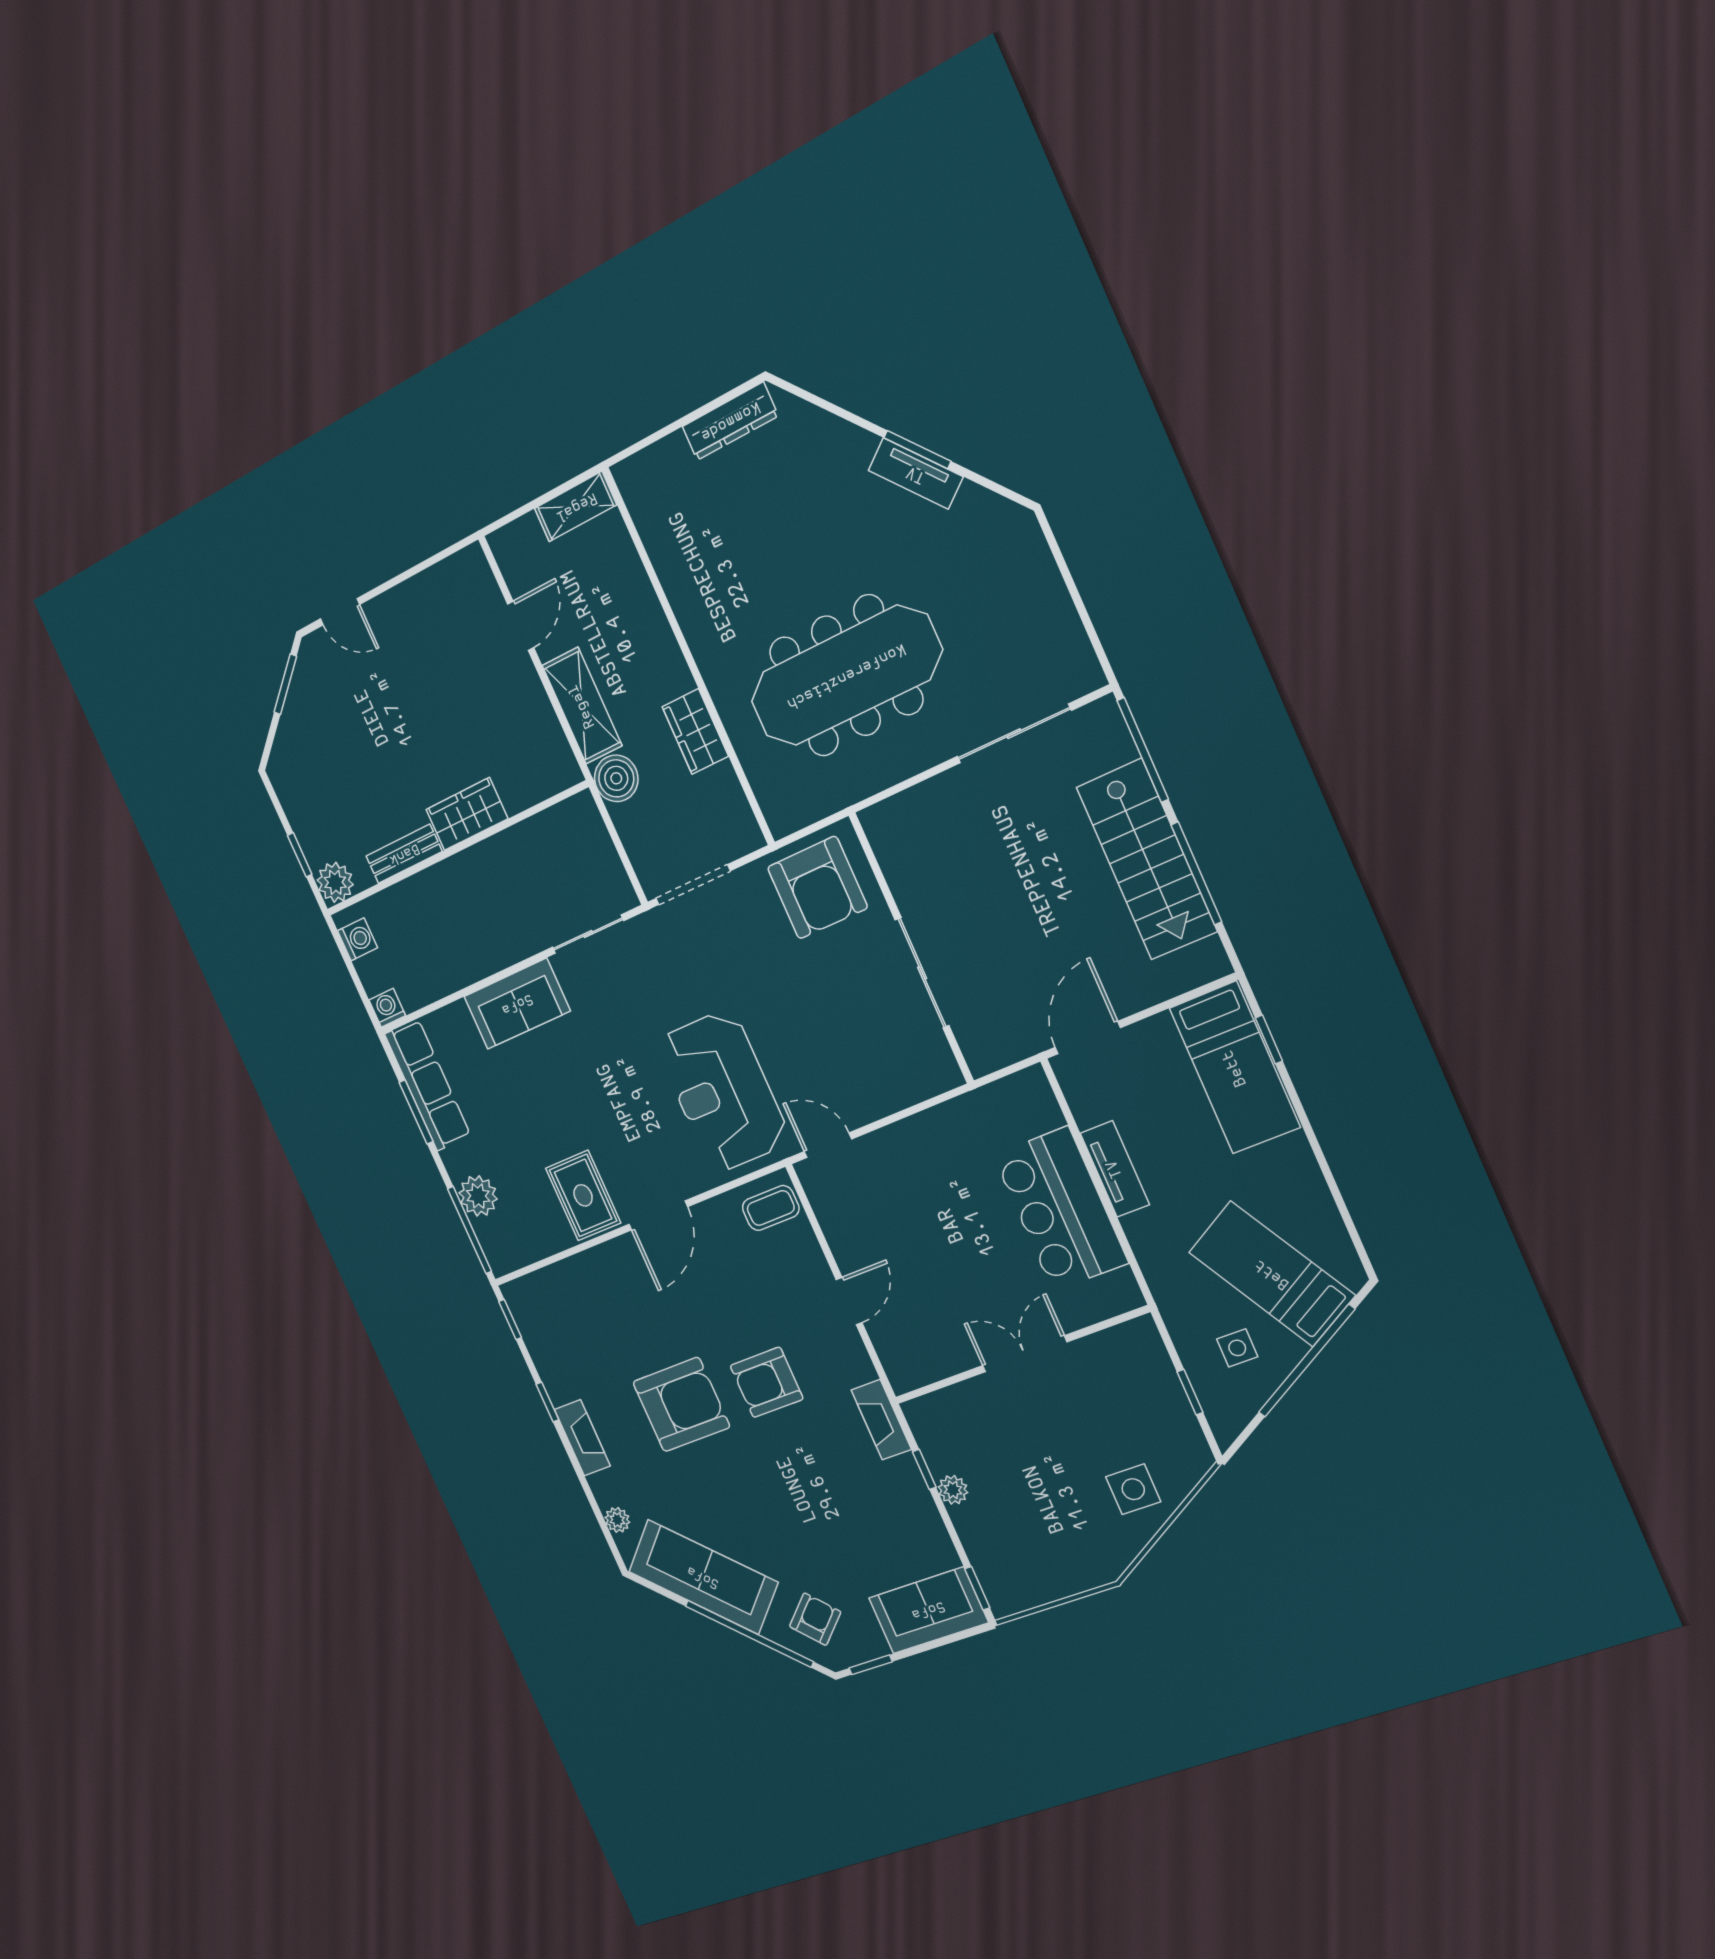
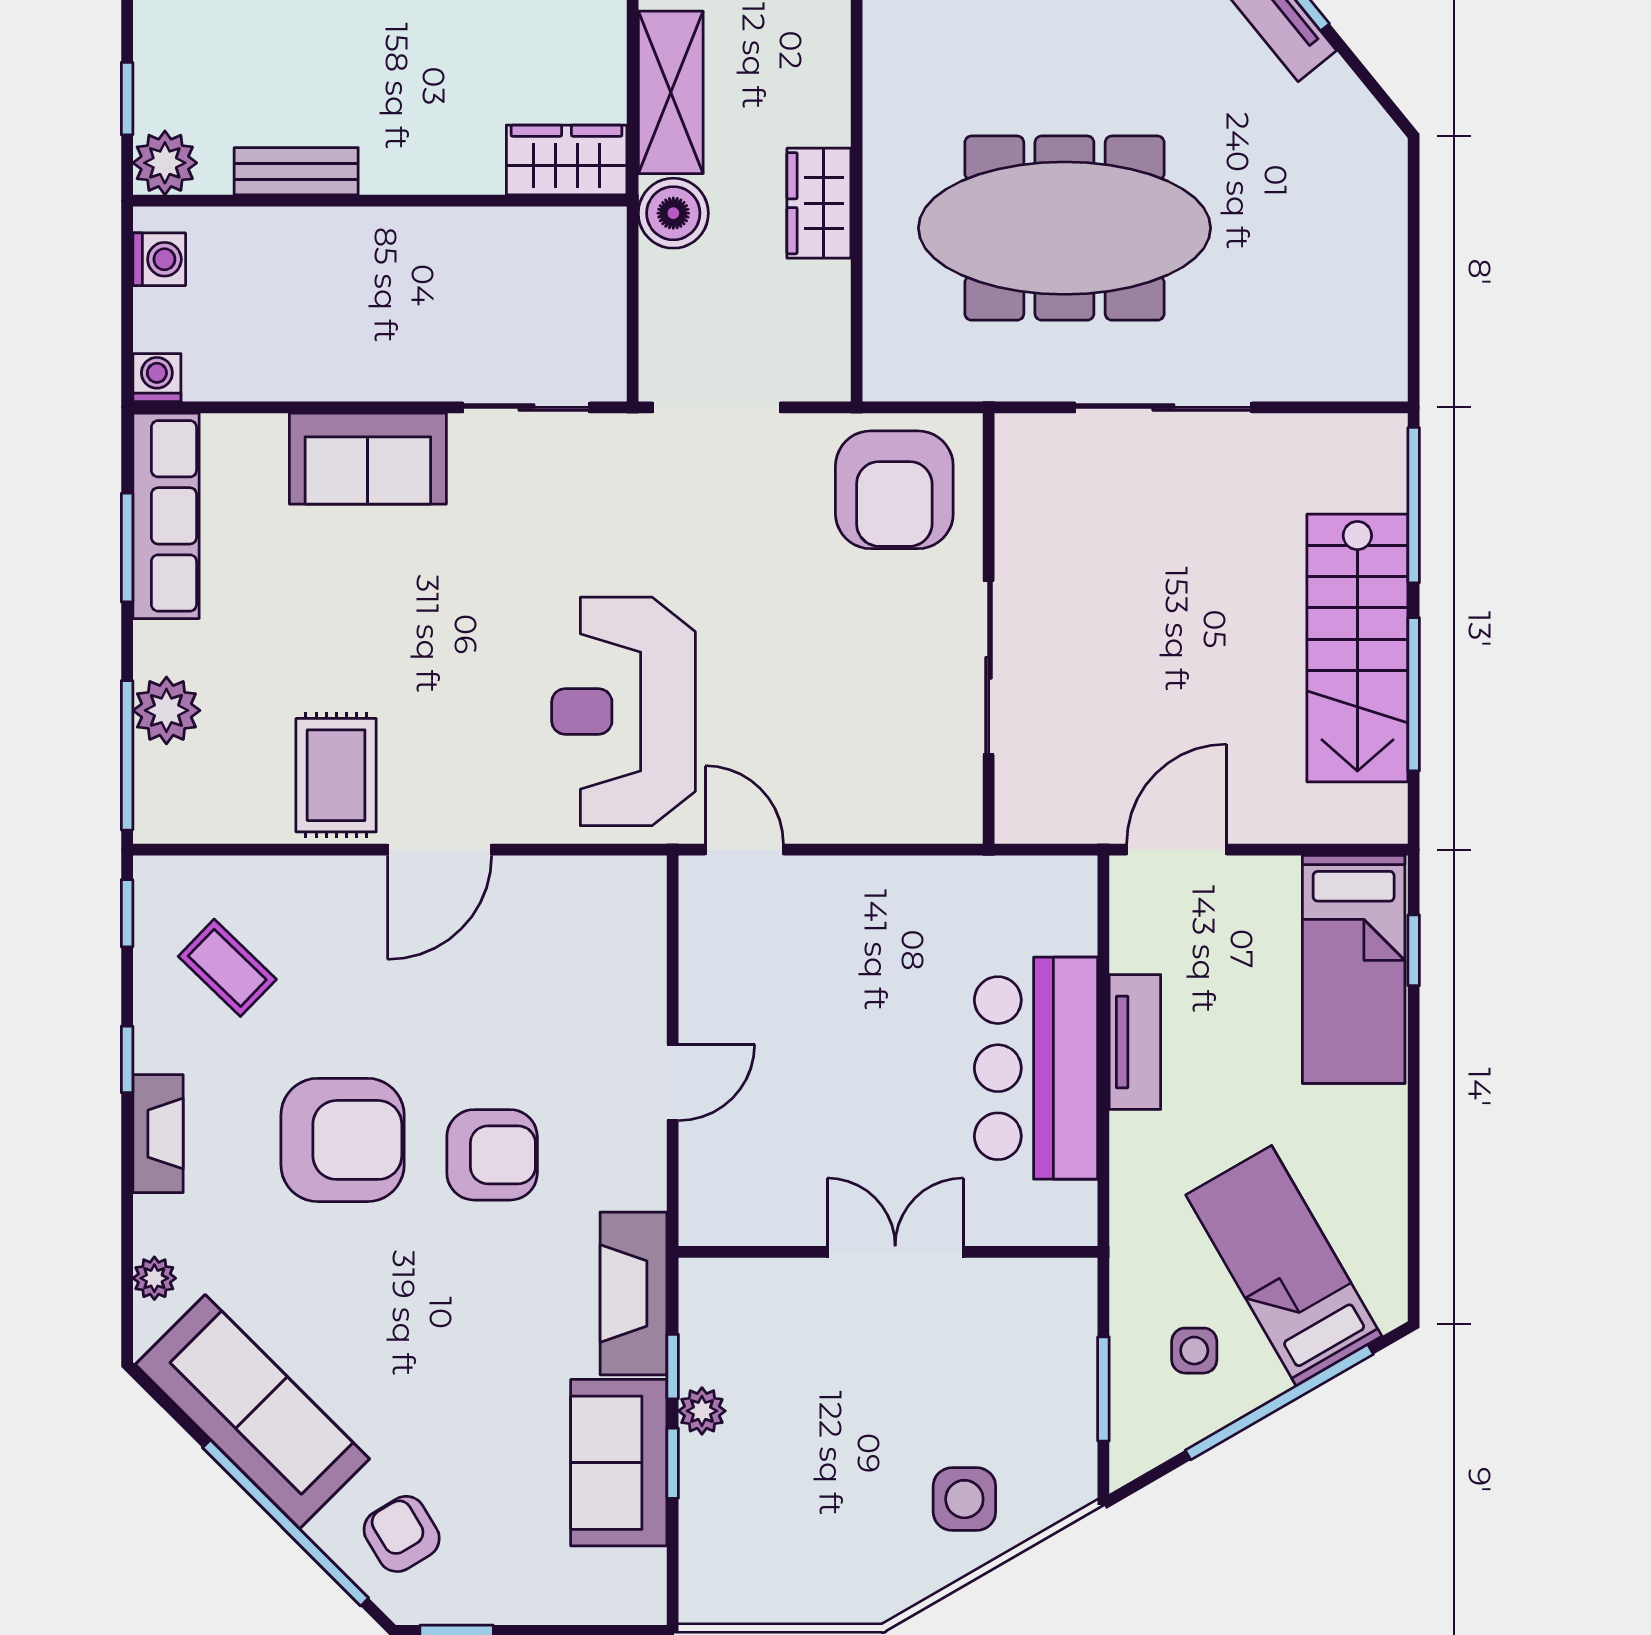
sliding door: (1014, 734) -> (1163, 407), moved
wardrobe: (467, 814) -> (567, 160), moved
coffee table: (771, 1208) -> (227, 968), moved, turned 44
armchair: (767, 1382) -> (492, 1155), turned 180
window: (1190, 1392) -> (1103, 1389), width x1.50
fireplace: (881, 1420) -> (633, 1293), width x1.37, depth x1.32
window: (977, 1588) -> (673, 1463), moved
sofa: (928, 1610) -> (619, 1463), moved, turned -90
armchair: (815, 1619) -> (402, 1534), turned -78

